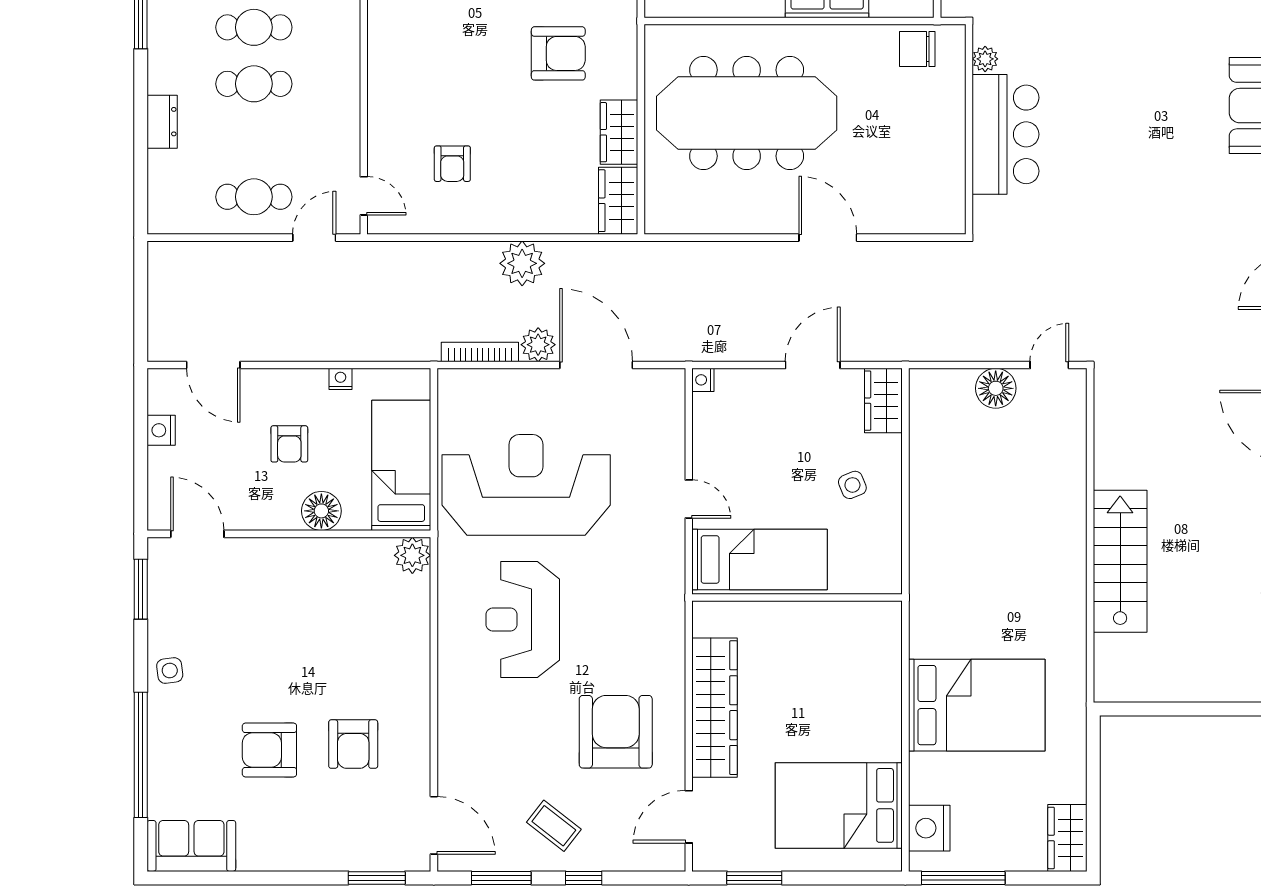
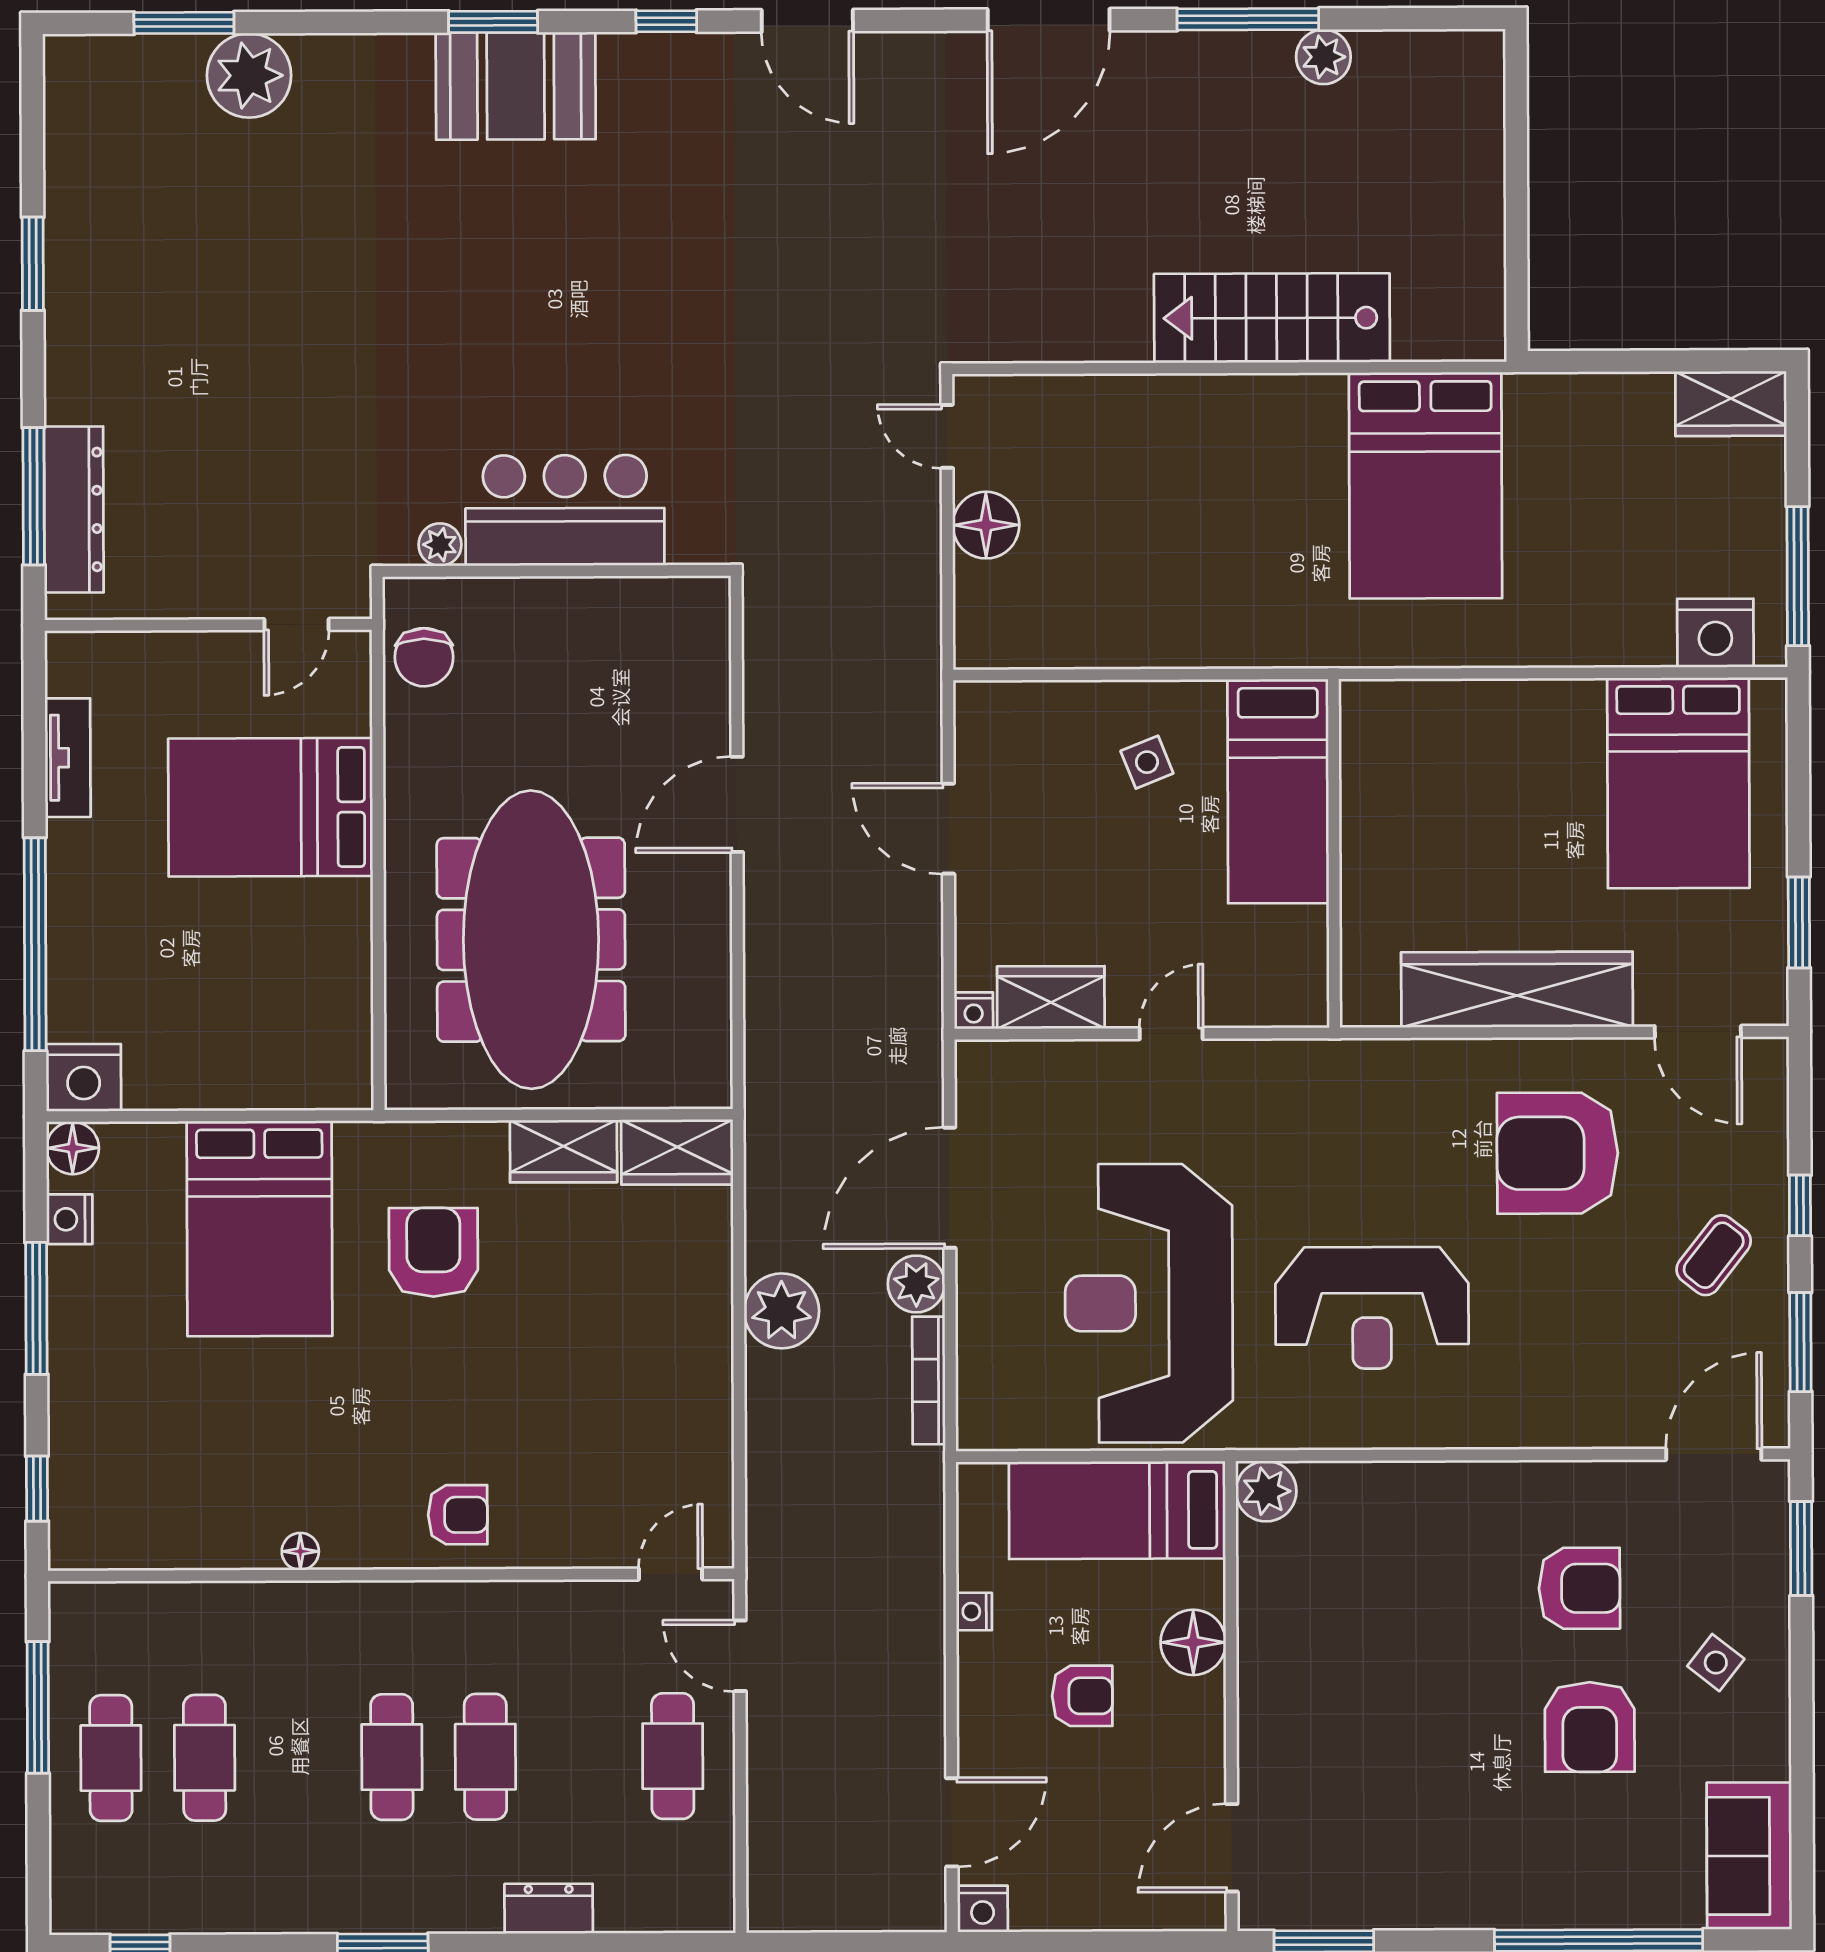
armchair: (452, 164) -> (458, 1515), moved
wardrobe: (883, 401) -> (1051, 997), moved, turned 180
nightstand: (161, 430) -> (983, 1909), moved
bed: (759, 559) -> (1278, 791), moved, turned 180
side table: (170, 671) -> (1716, 1663), moved, turned 45
bed: (977, 705) -> (1426, 485), moved, turned 180

